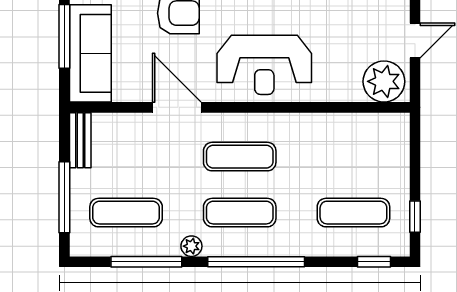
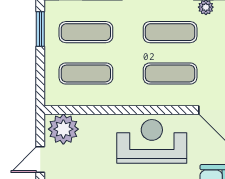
exercise mat: (353, 157) -> (86, 73), added
window: (415, 217) -> (40, 29), width x1.50

